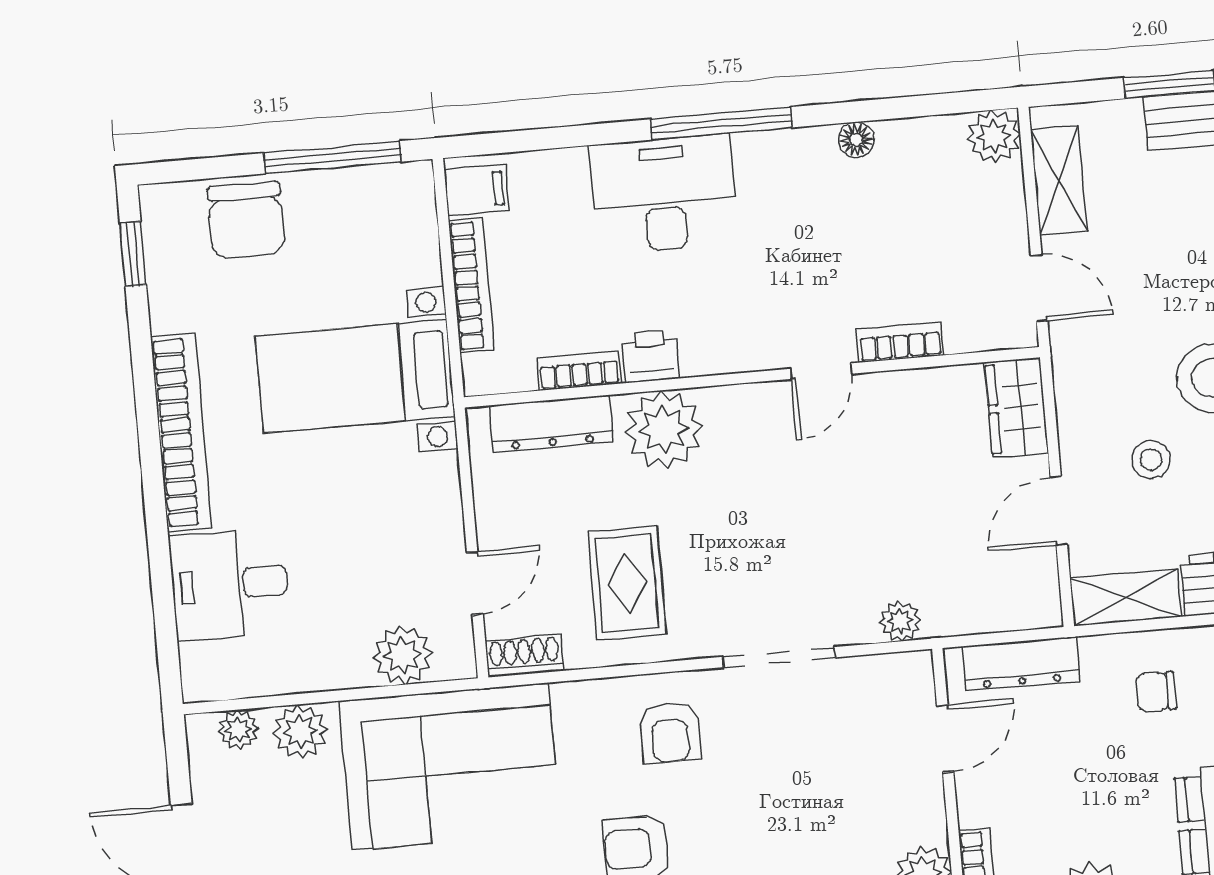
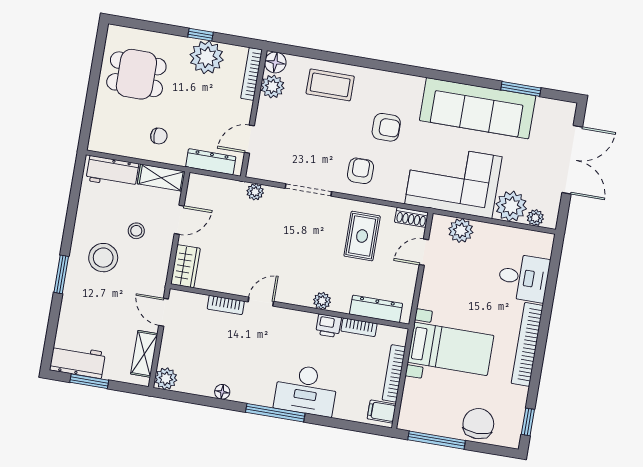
plant: (664, 429) -> (322, 301), width x0.53, depth x0.53
plant: (300, 731) -> (511, 206), width x1.36, depth x1.36

